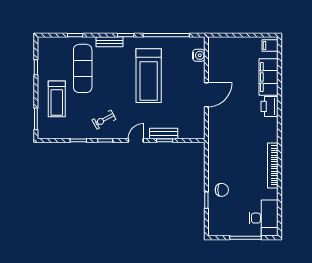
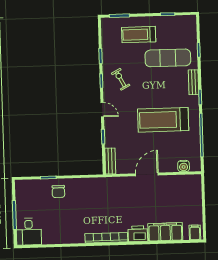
door: (206, 95) -> (147, 174), swing flipped
bench: (164, 133) -> (110, 161), moved
bookcase: (273, 165) -> (106, 238), moved
desk: (264, 218) -> (29, 232), width x0.73

